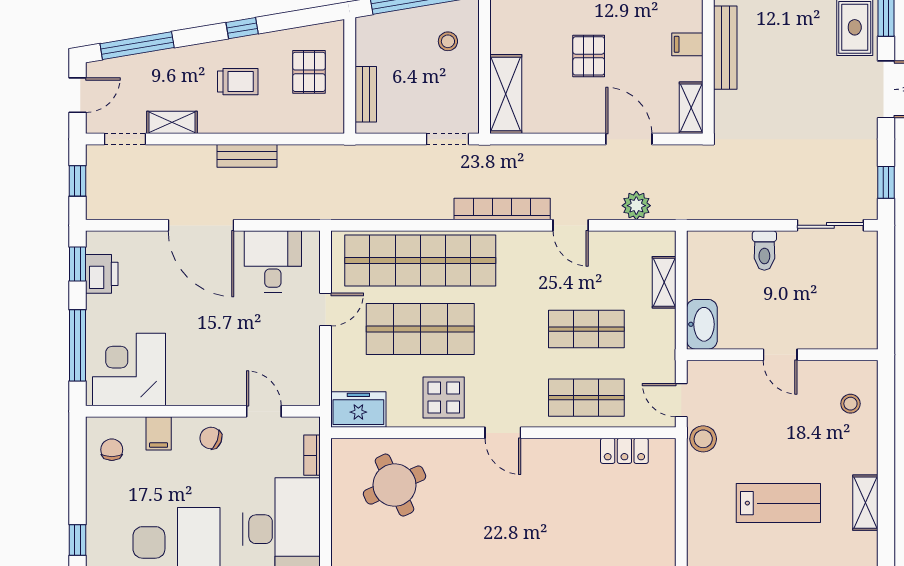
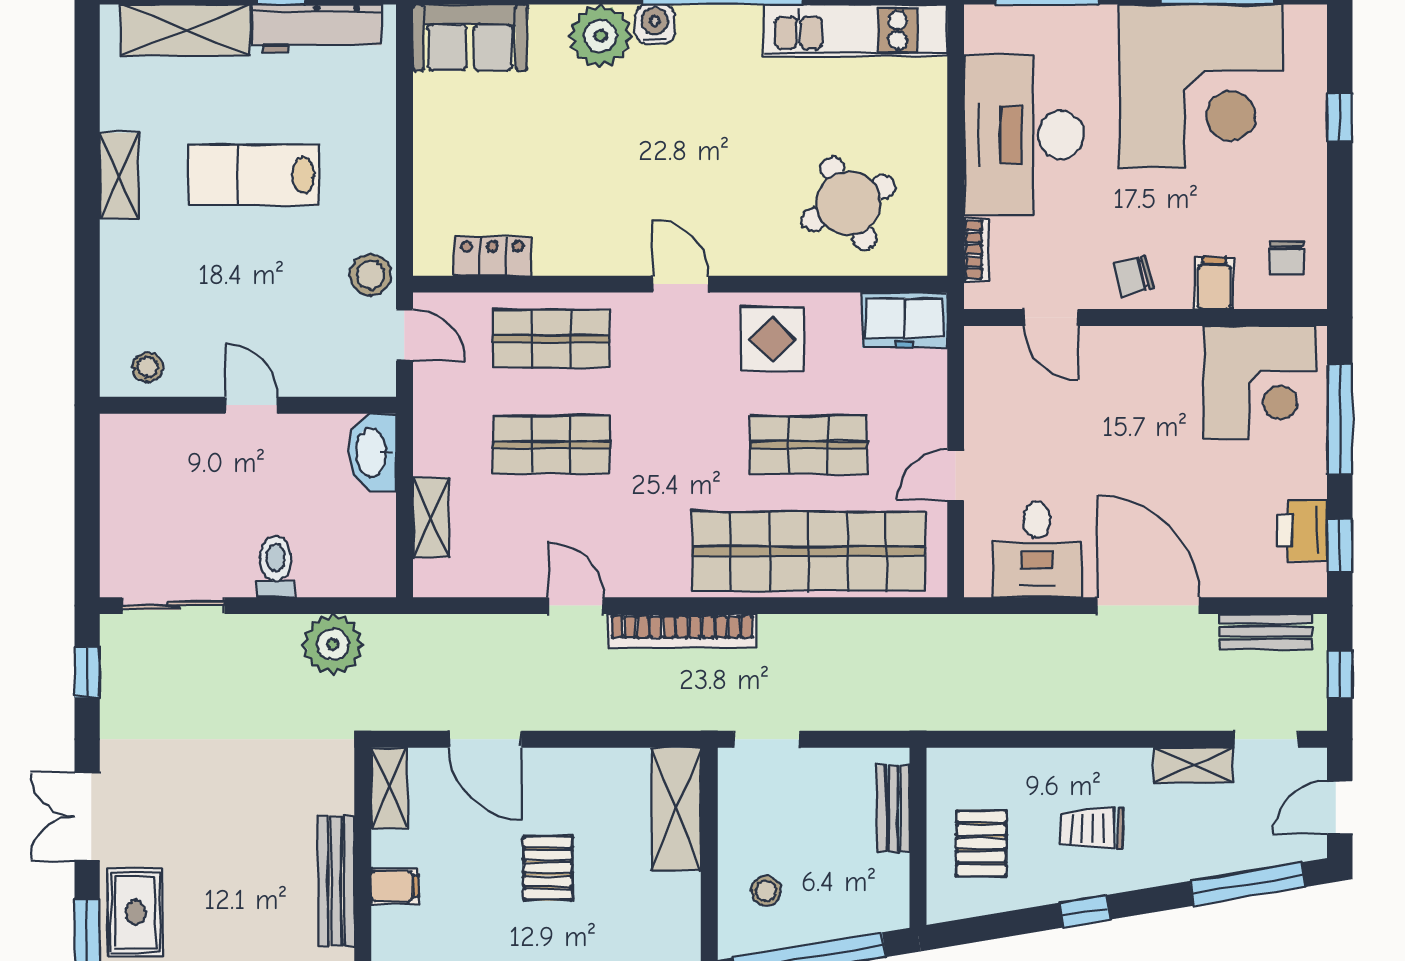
bench: (247, 156) -> (1266, 632), moved
plant: (636, 206) -> (333, 644), moved, width x1.36, depth x1.36
shop shelf: (420, 329) -> (809, 445), width x0.70, depth x0.74
stool: (850, 404) -> (148, 367), moved
chair: (211, 438) -> (1133, 276), turned 143

